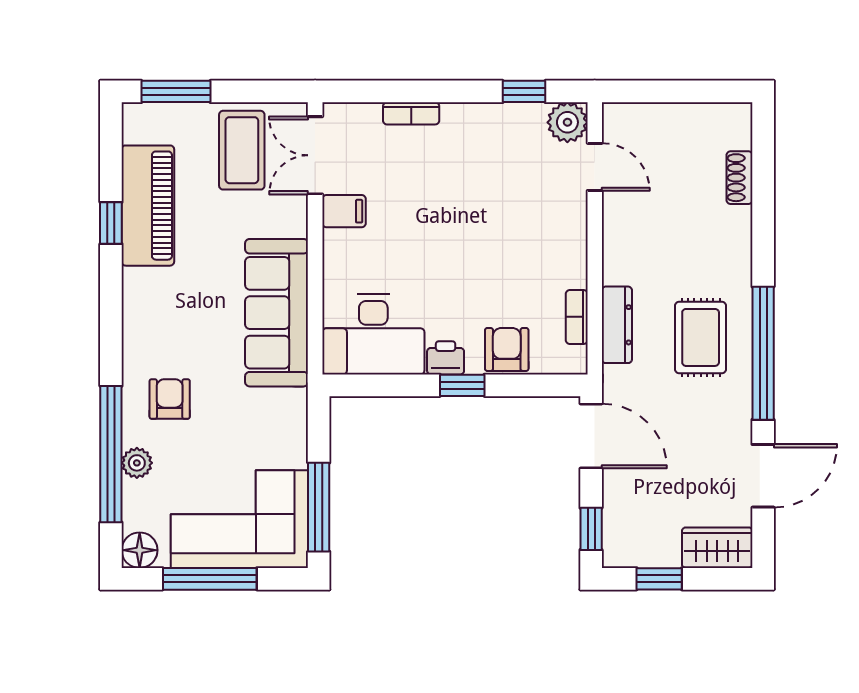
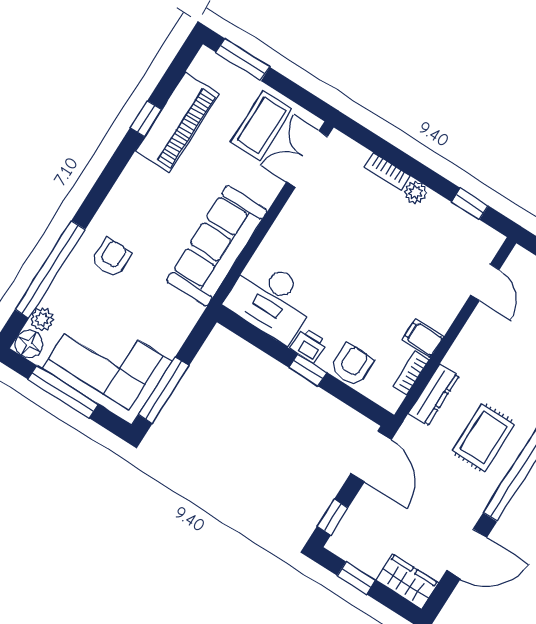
plant: (567, 122) -> (415, 192), moved, width x0.73, depth x0.73
filing cabinet: (344, 211) -> (423, 338), moved, turned 180
plant: (137, 463) -> (42, 319), moved

